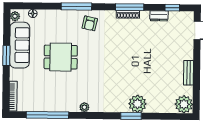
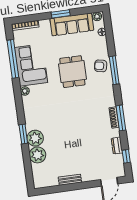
armchair: (90, 23) -> (101, 66), moved
dining table: (61, 57) -> (72, 72), moved
corner sofa: (57, 96) -> (31, 65), added
plant: (184, 104) -> (38, 155), moved

